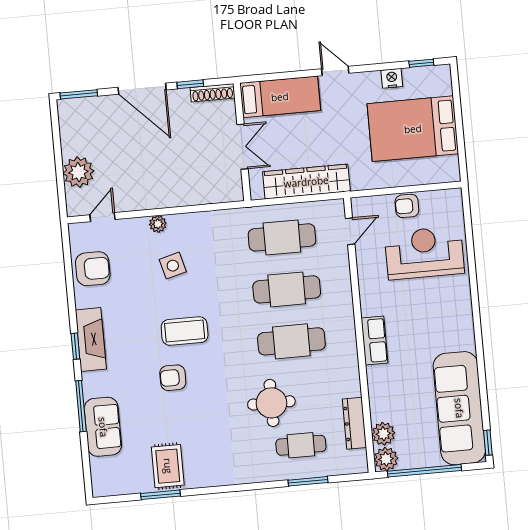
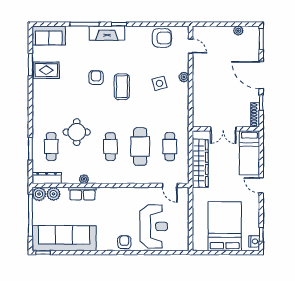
door: (335, 71) -> (261, 185), swing flipped
nightstand: (392, 78) -> (254, 241), moved
door: (142, 89) -> (261, 75), hinge flipped
plant: (78, 172) -> (238, 31), moved, width x0.53, depth x0.53
armchair: (407, 206) -> (124, 242), moved
cafe table: (282, 237) -> (170, 147), width x0.73, depth x0.74
armchair: (93, 269) -> (162, 38), turned -90
fireplace: (91, 339) -> (107, 33), moved
cafe table: (291, 341) -> (110, 147), width x0.73, depth x0.74
row of seats: (375, 341) -> (82, 194), moved
plant: (353, 383) -> (84, 179), added
dresser: (354, 423) -> (47, 178), moved
sofa: (103, 427) -> (49, 35), moved

